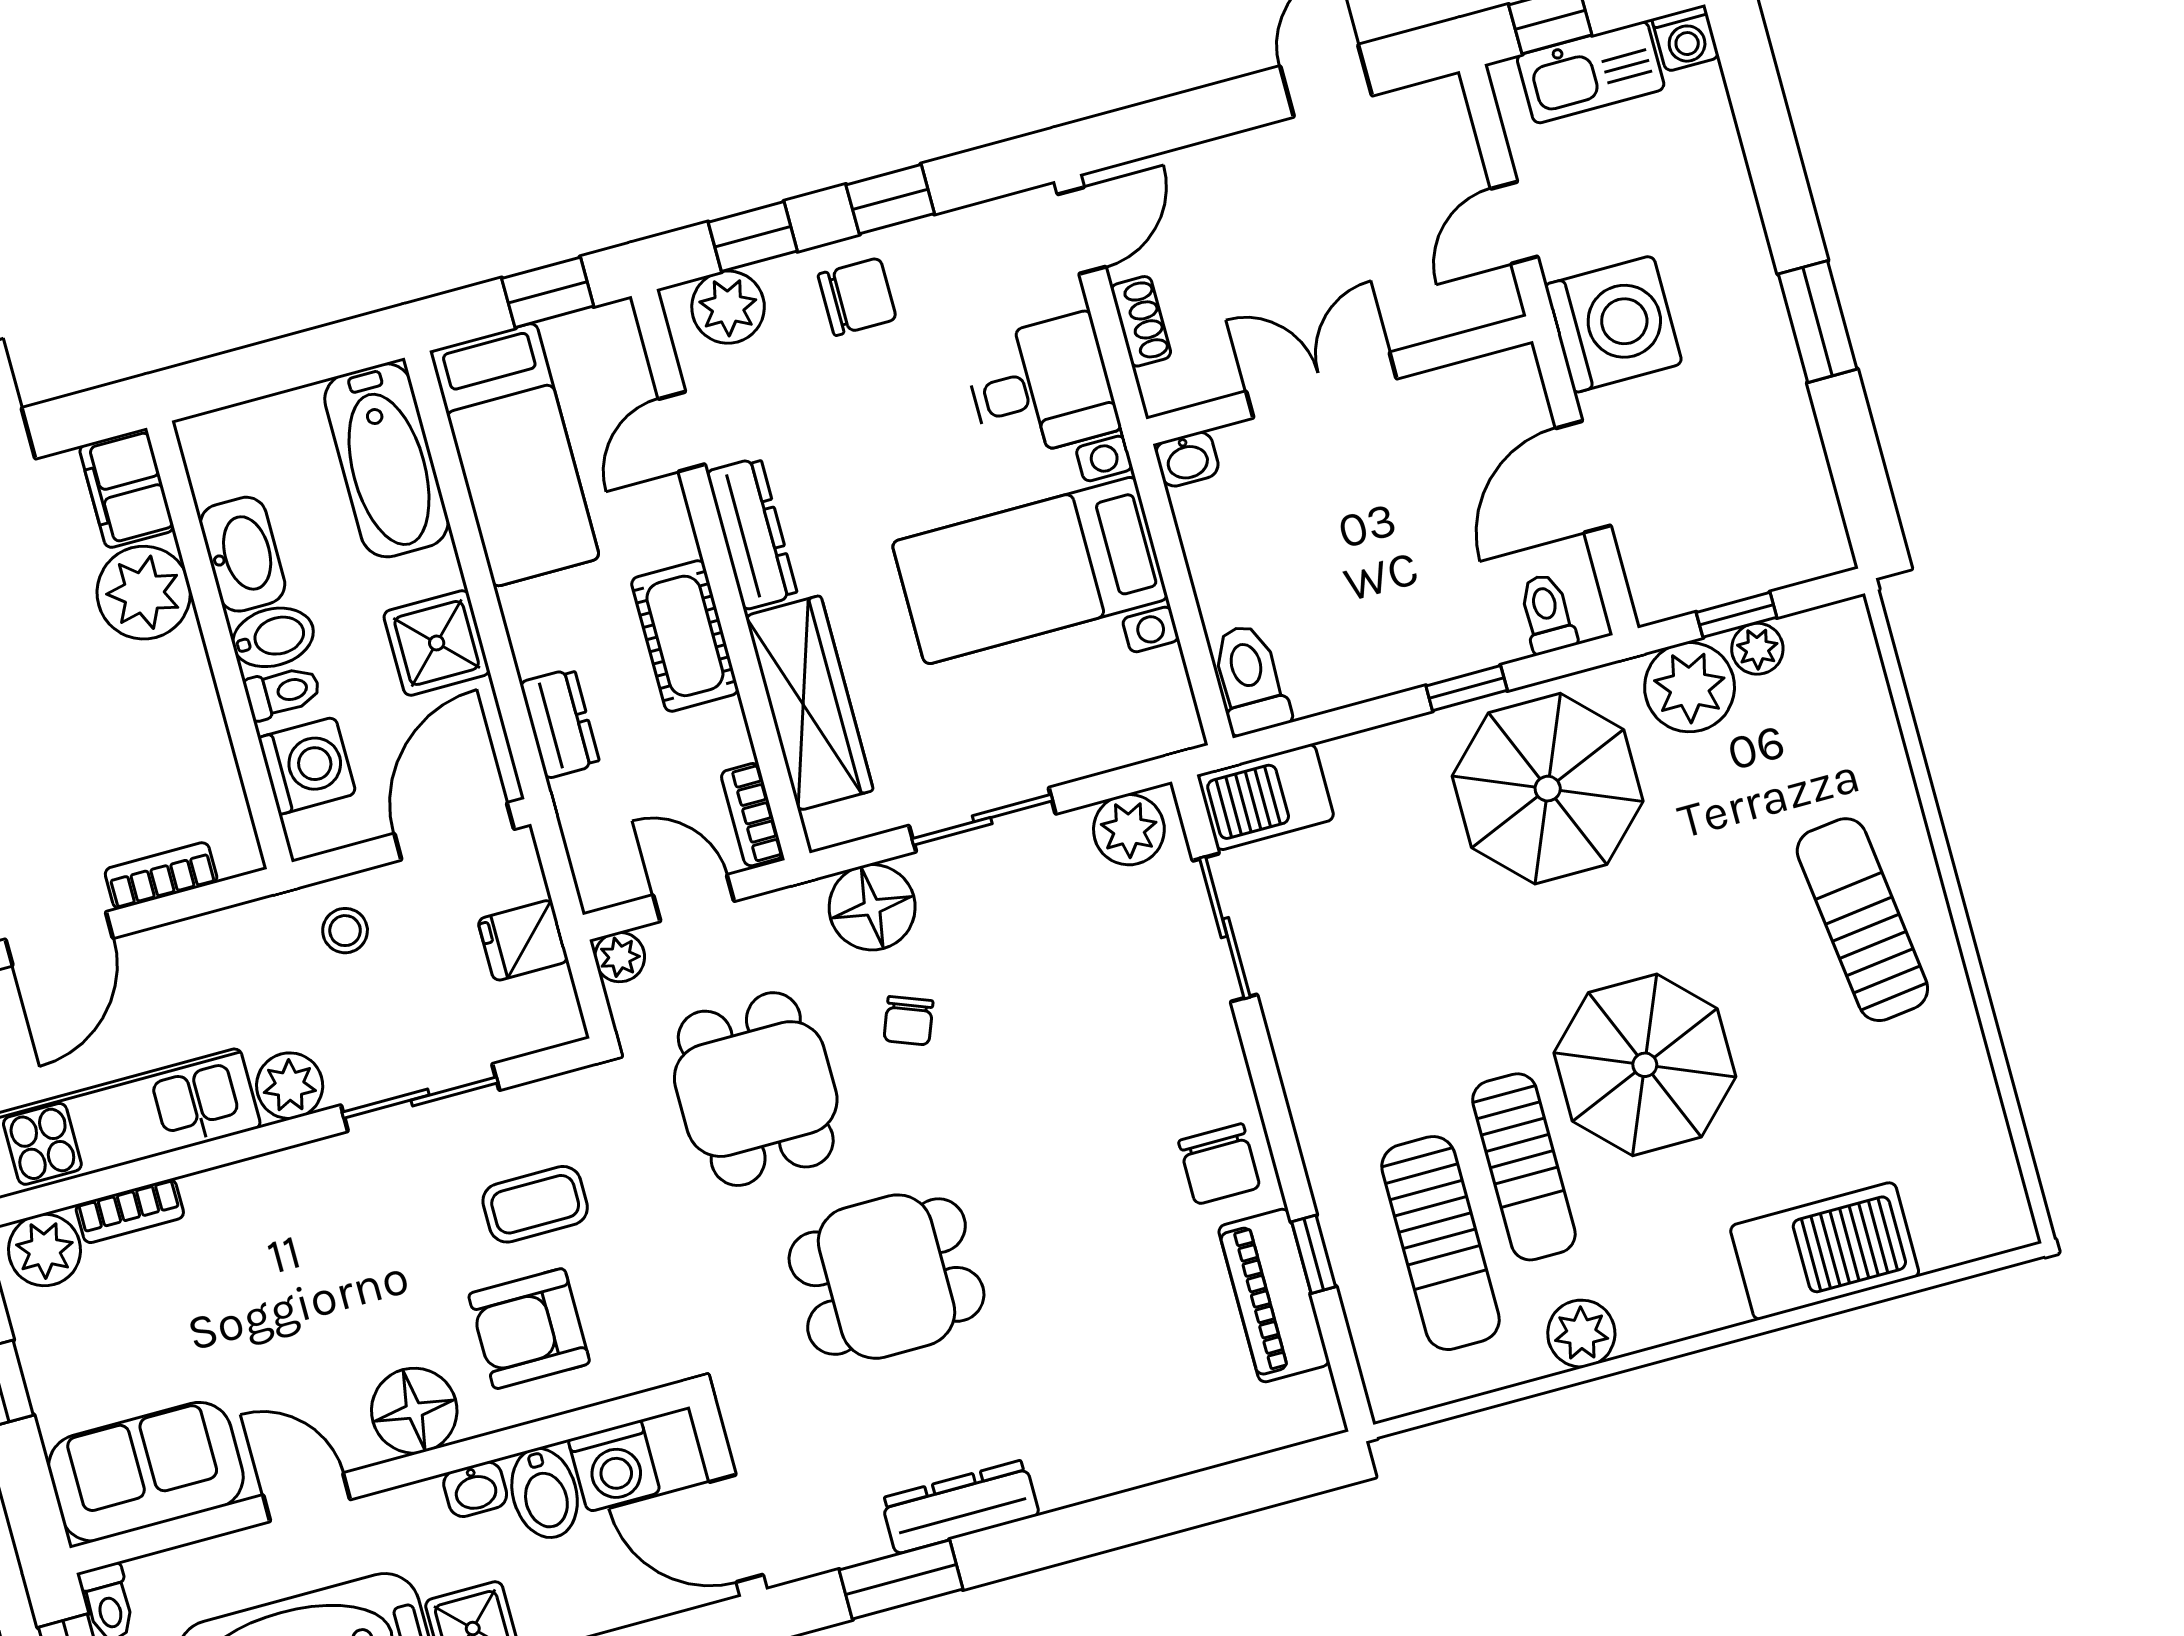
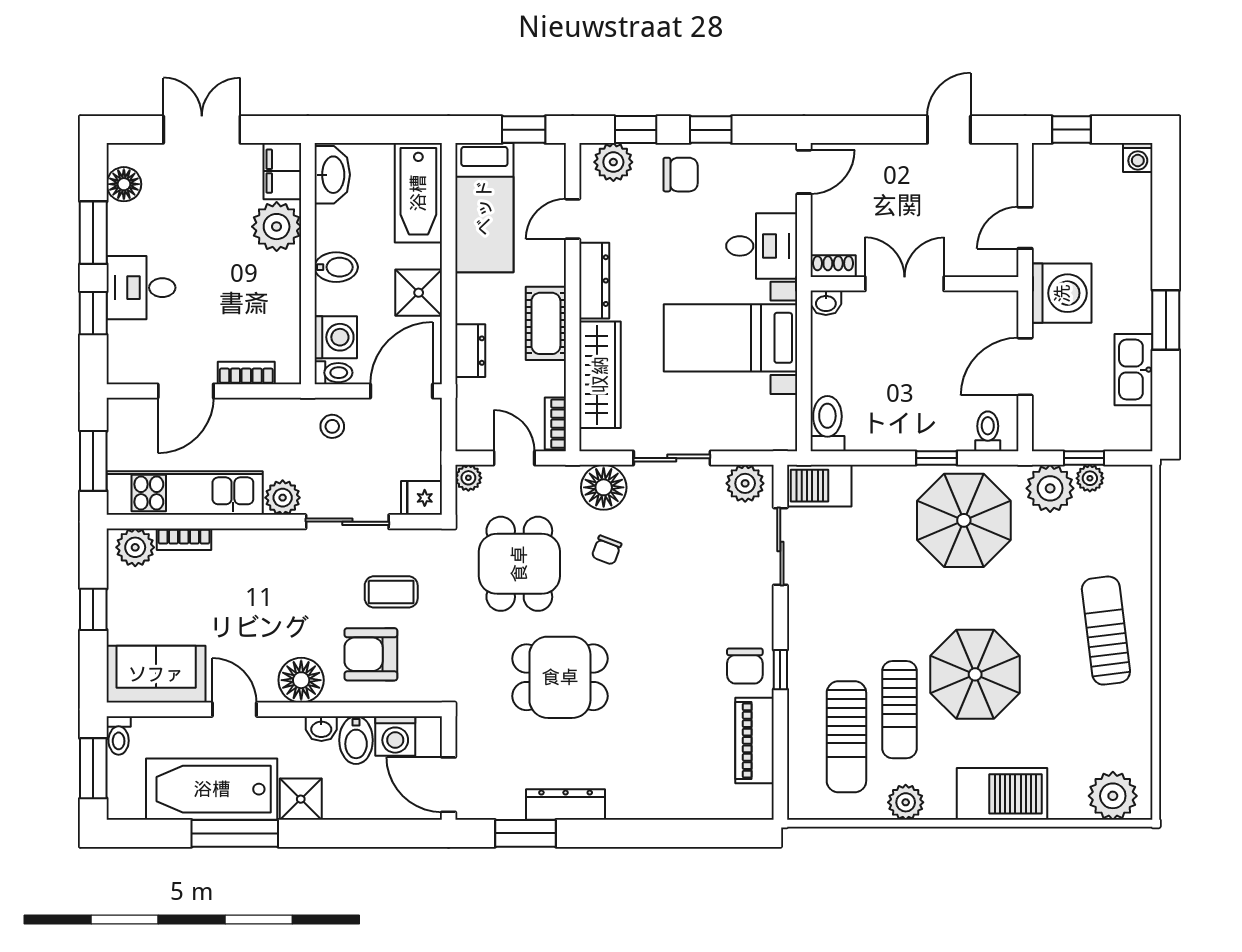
kitchen sink: (1591, 72) -> (1134, 370), moved, turned 90
shoe rack: (1141, 321) -> (833, 266), moved, turned -90
washbasin: (243, 554) -> (332, 175), moved
toilet: (283, 692) -> (333, 373), moved
fridge: (523, 940) -> (421, 498), moved
plant: (1957, 1219) -> (1113, 796), added
barbecue: (1825, 1251) -> (1002, 794), moved
window: (1314, 1254) -> (780, 670), moved

